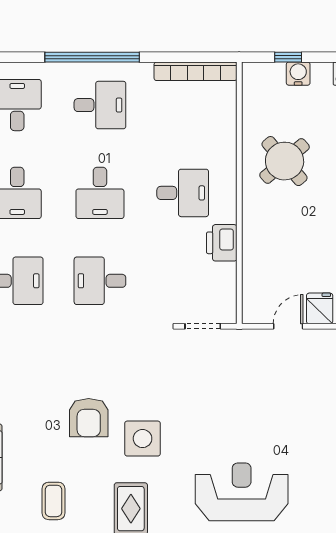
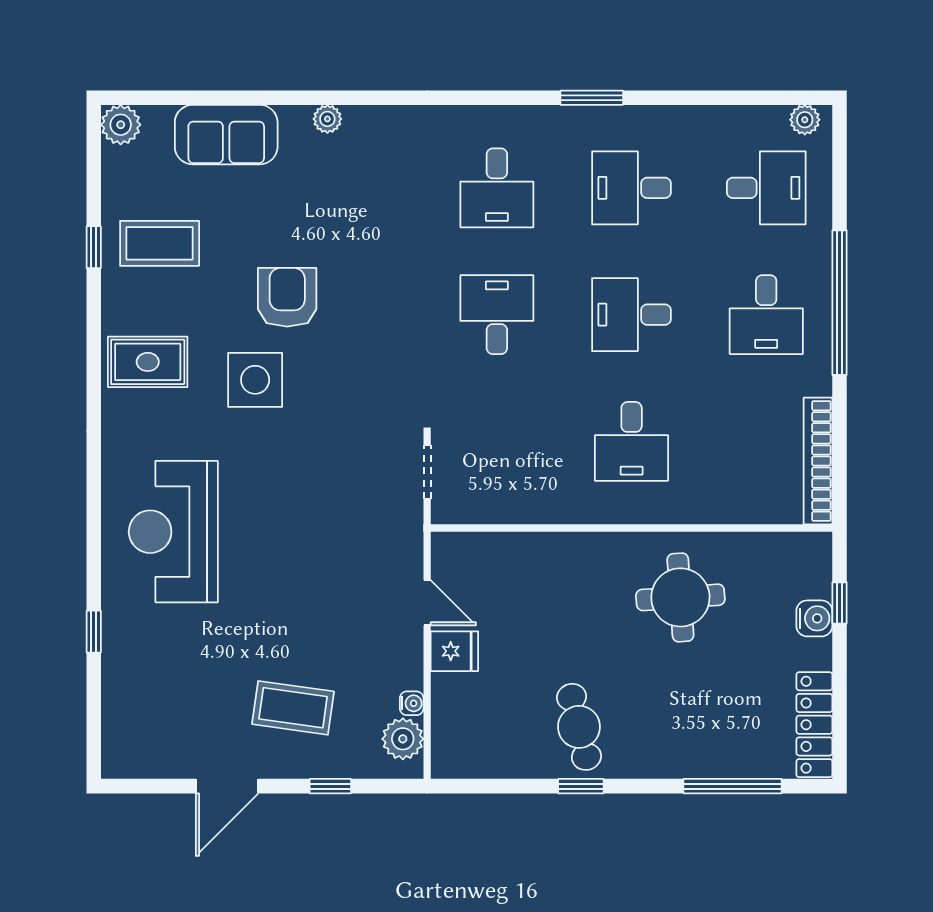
round table: (285, 161) -> (680, 597), turned 37
printer: (222, 243) -> (555, 501), removed
armchair: (89, 418) -> (287, 297), turned 90
reception desk: (242, 492) -> (173, 532), turned 180
coffee table: (53, 501) -> (160, 243), width x1.36, depth x1.30

